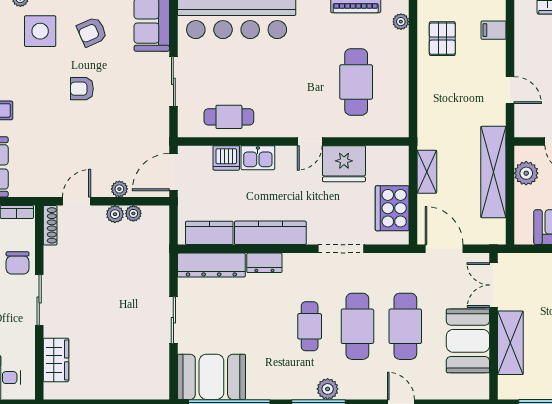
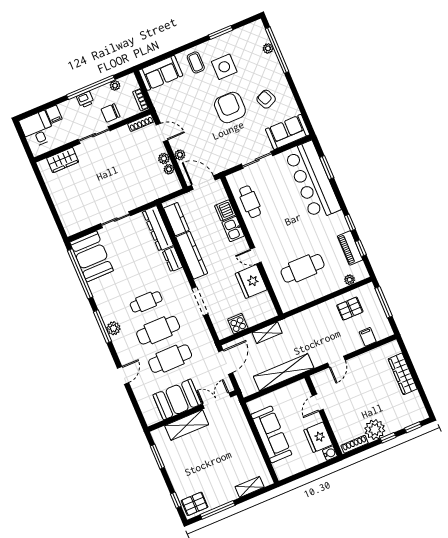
side table: (40, 31) -> (224, 67), moved
armchair: (82, 89) -> (230, 108), width x1.88, depth x1.88
plant: (526, 173) -> (291, 392), removed
cooker: (392, 208) -> (238, 324), width x0.53, depth x0.76

